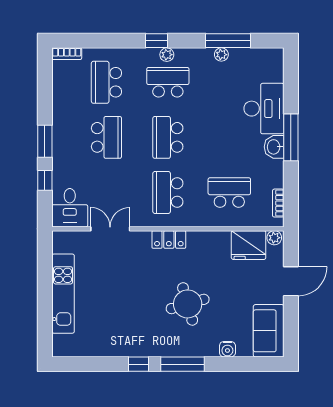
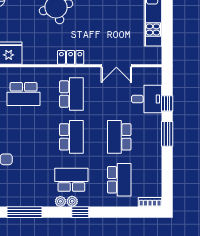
plant: (221, 55) -> (60, 201), moved
school desk: (168, 82) -> (71, 180), turned 180
desk: (70, 208) -> (147, 99), moved, turned 90

